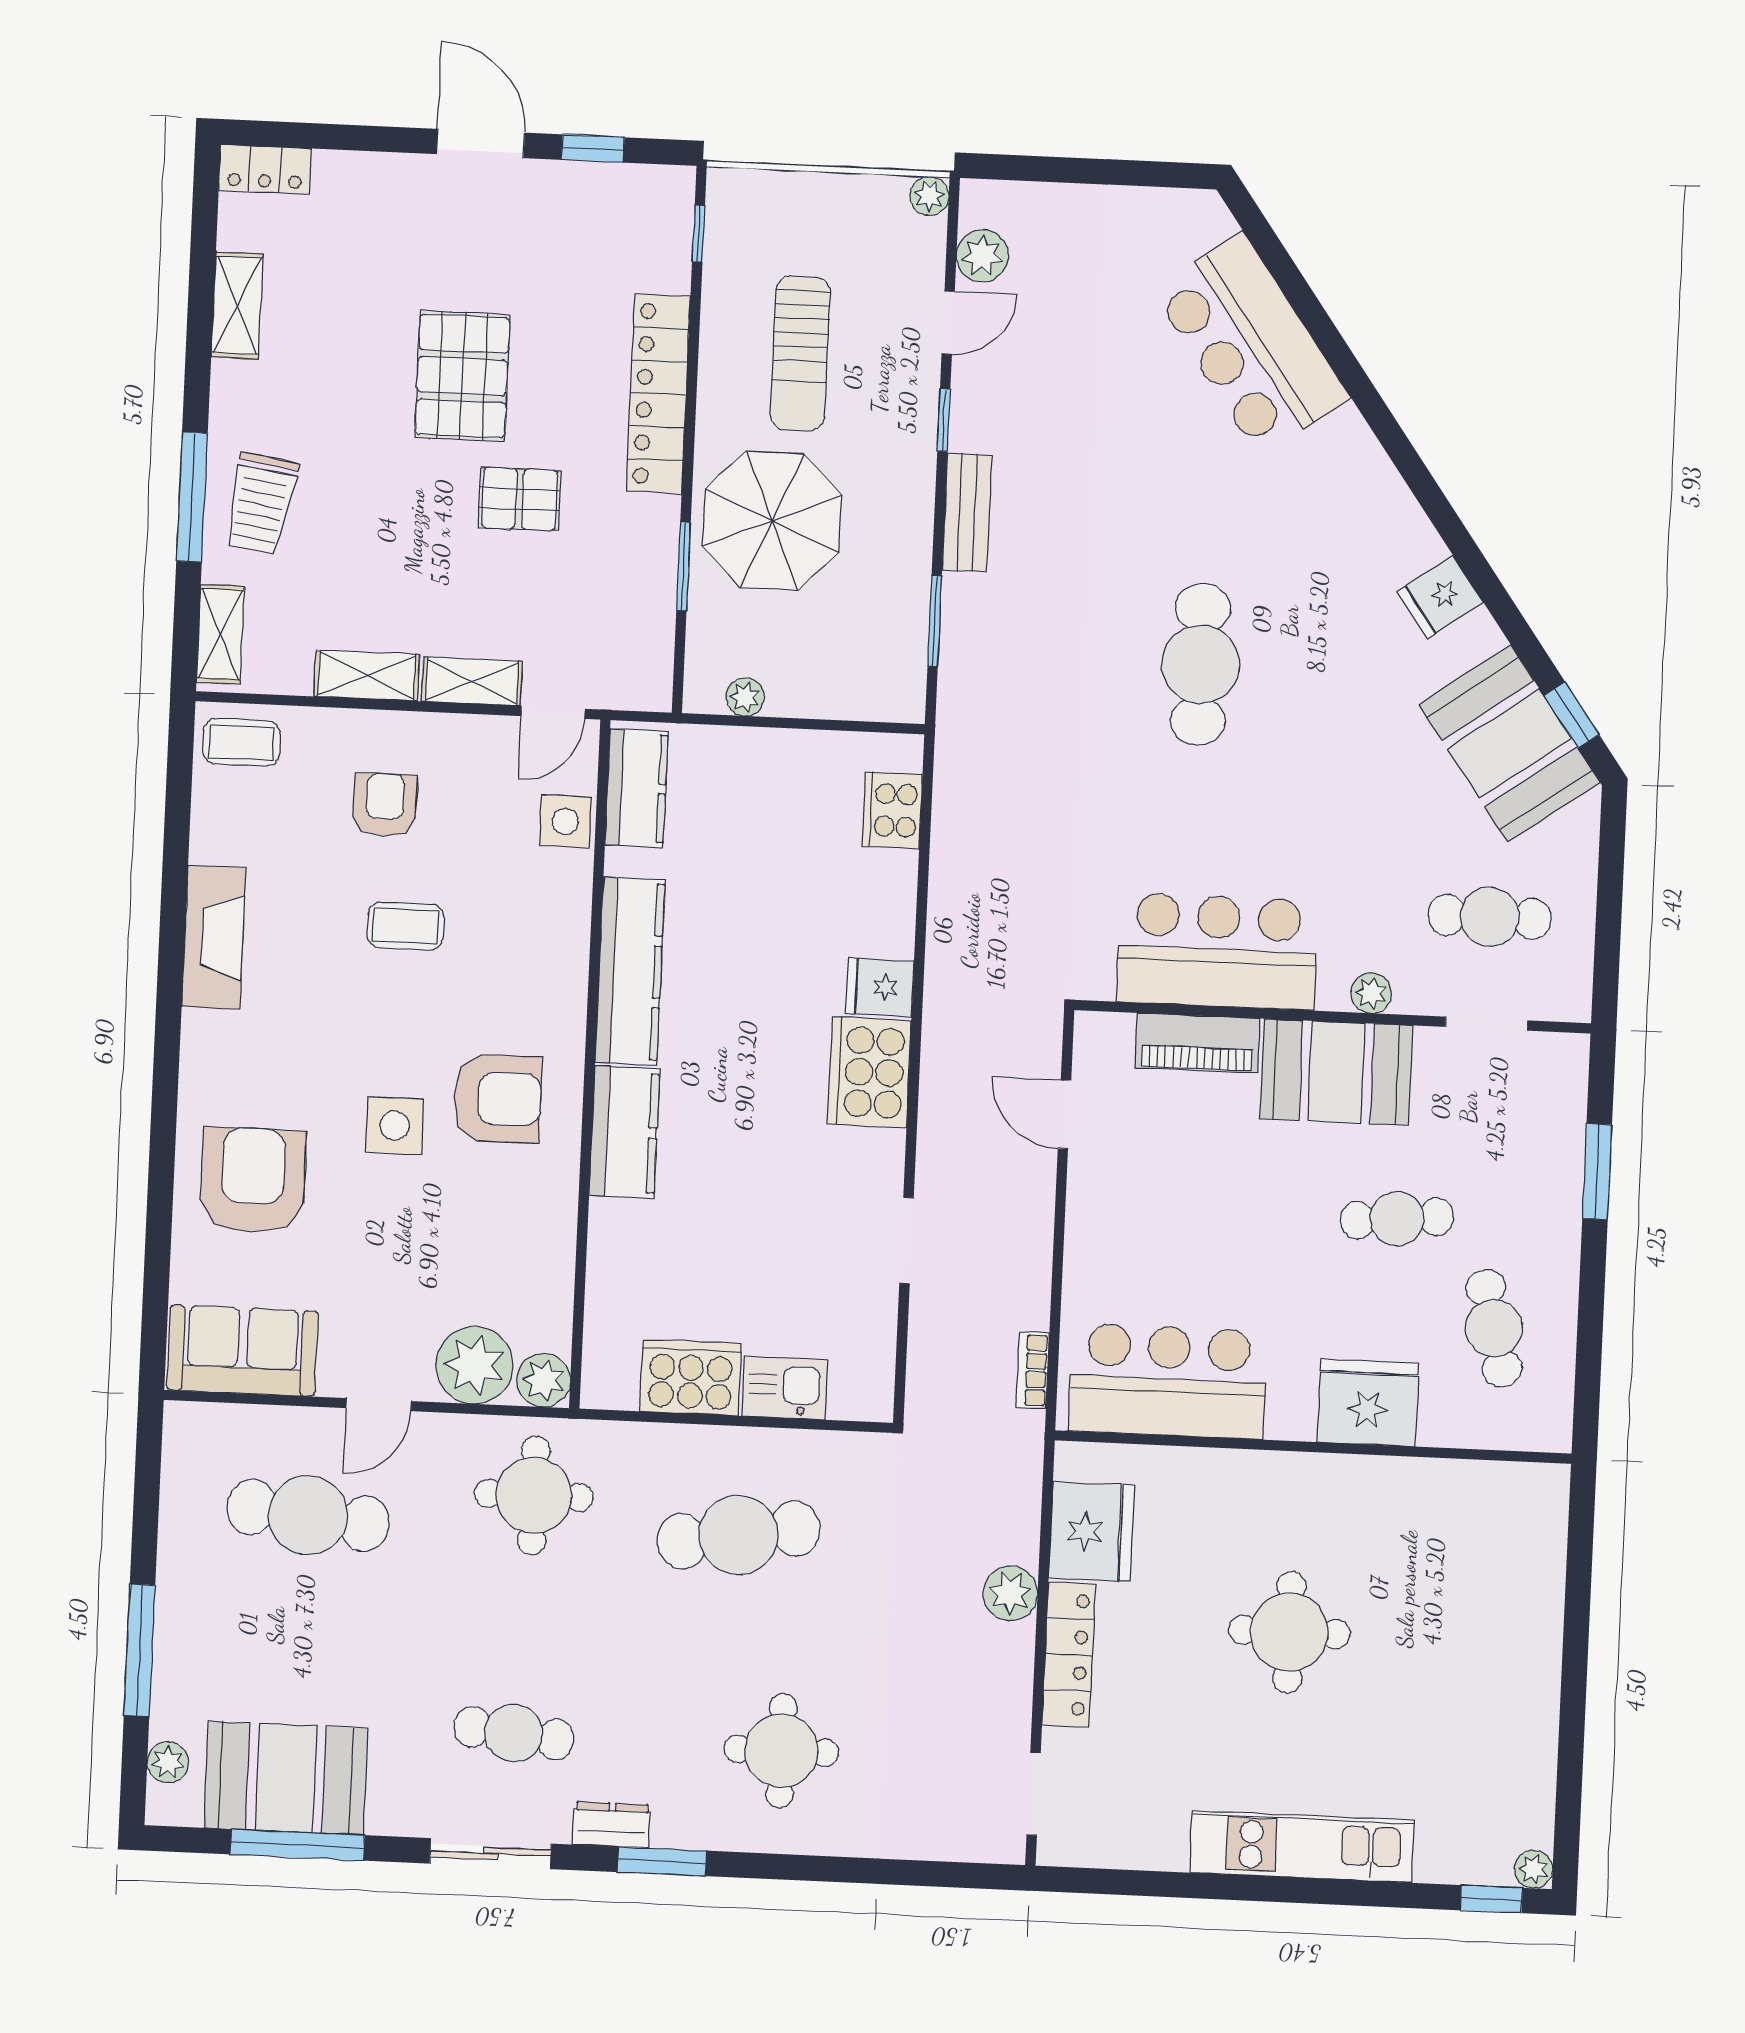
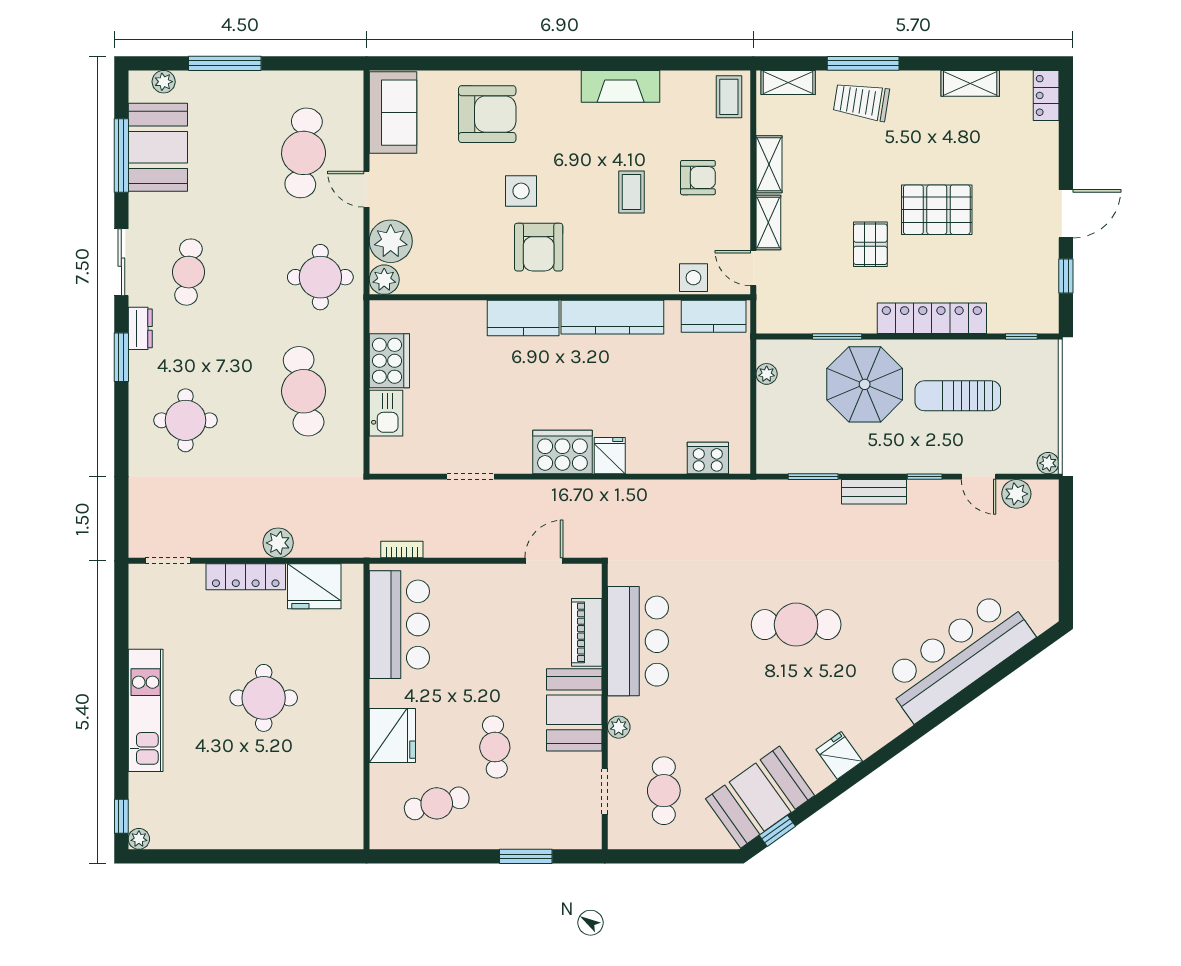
bar counter: (1251, 344) -> (958, 656), width x1.36

